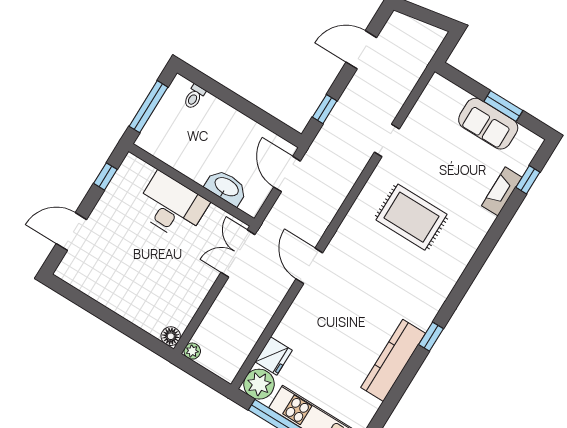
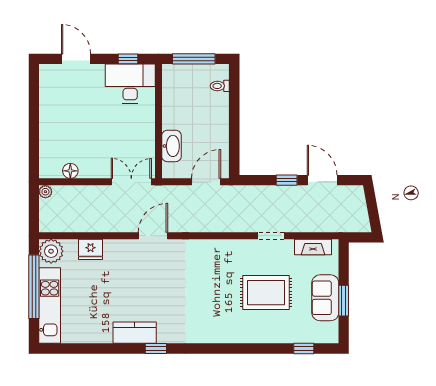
window: (325, 109) -> (287, 180), moved
fireplace: (502, 191) -> (313, 247), moved, turned 180
desk: (172, 206) -> (130, 84), moved, turned -90
rug: (411, 217) -> (266, 293), moved, turned 90
floor lamp: (171, 336) -> (70, 171), moved
fridge: (274, 356) -> (91, 249), moved
kitchen counter: (393, 360) -> (135, 333), width x0.67

